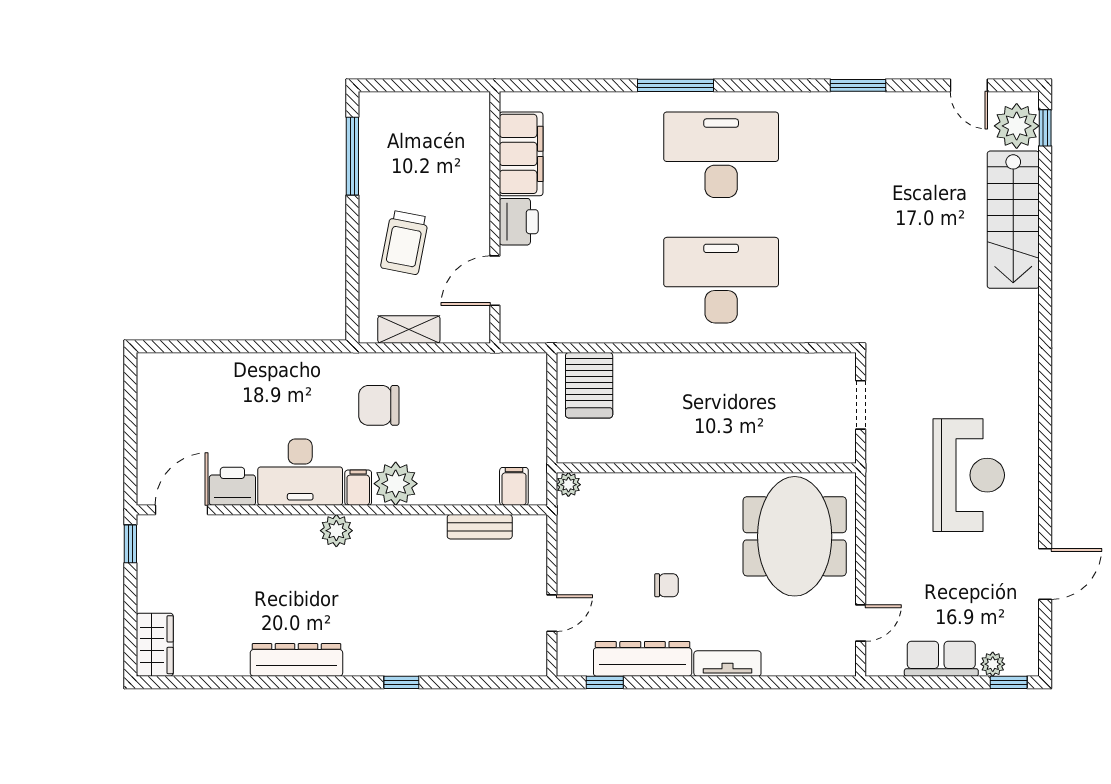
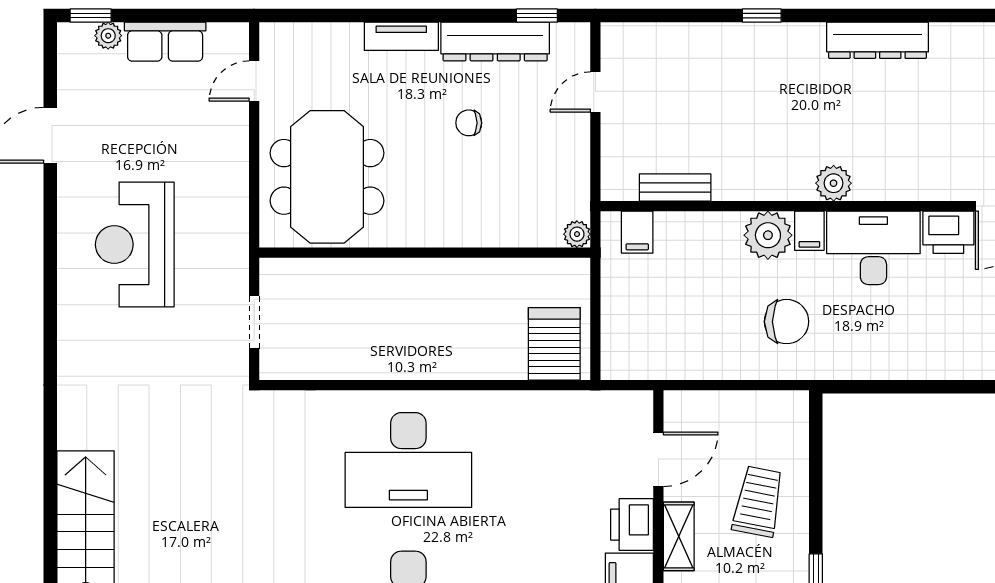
shelving: (409, 329) -> (679, 536), moved, turned 90

